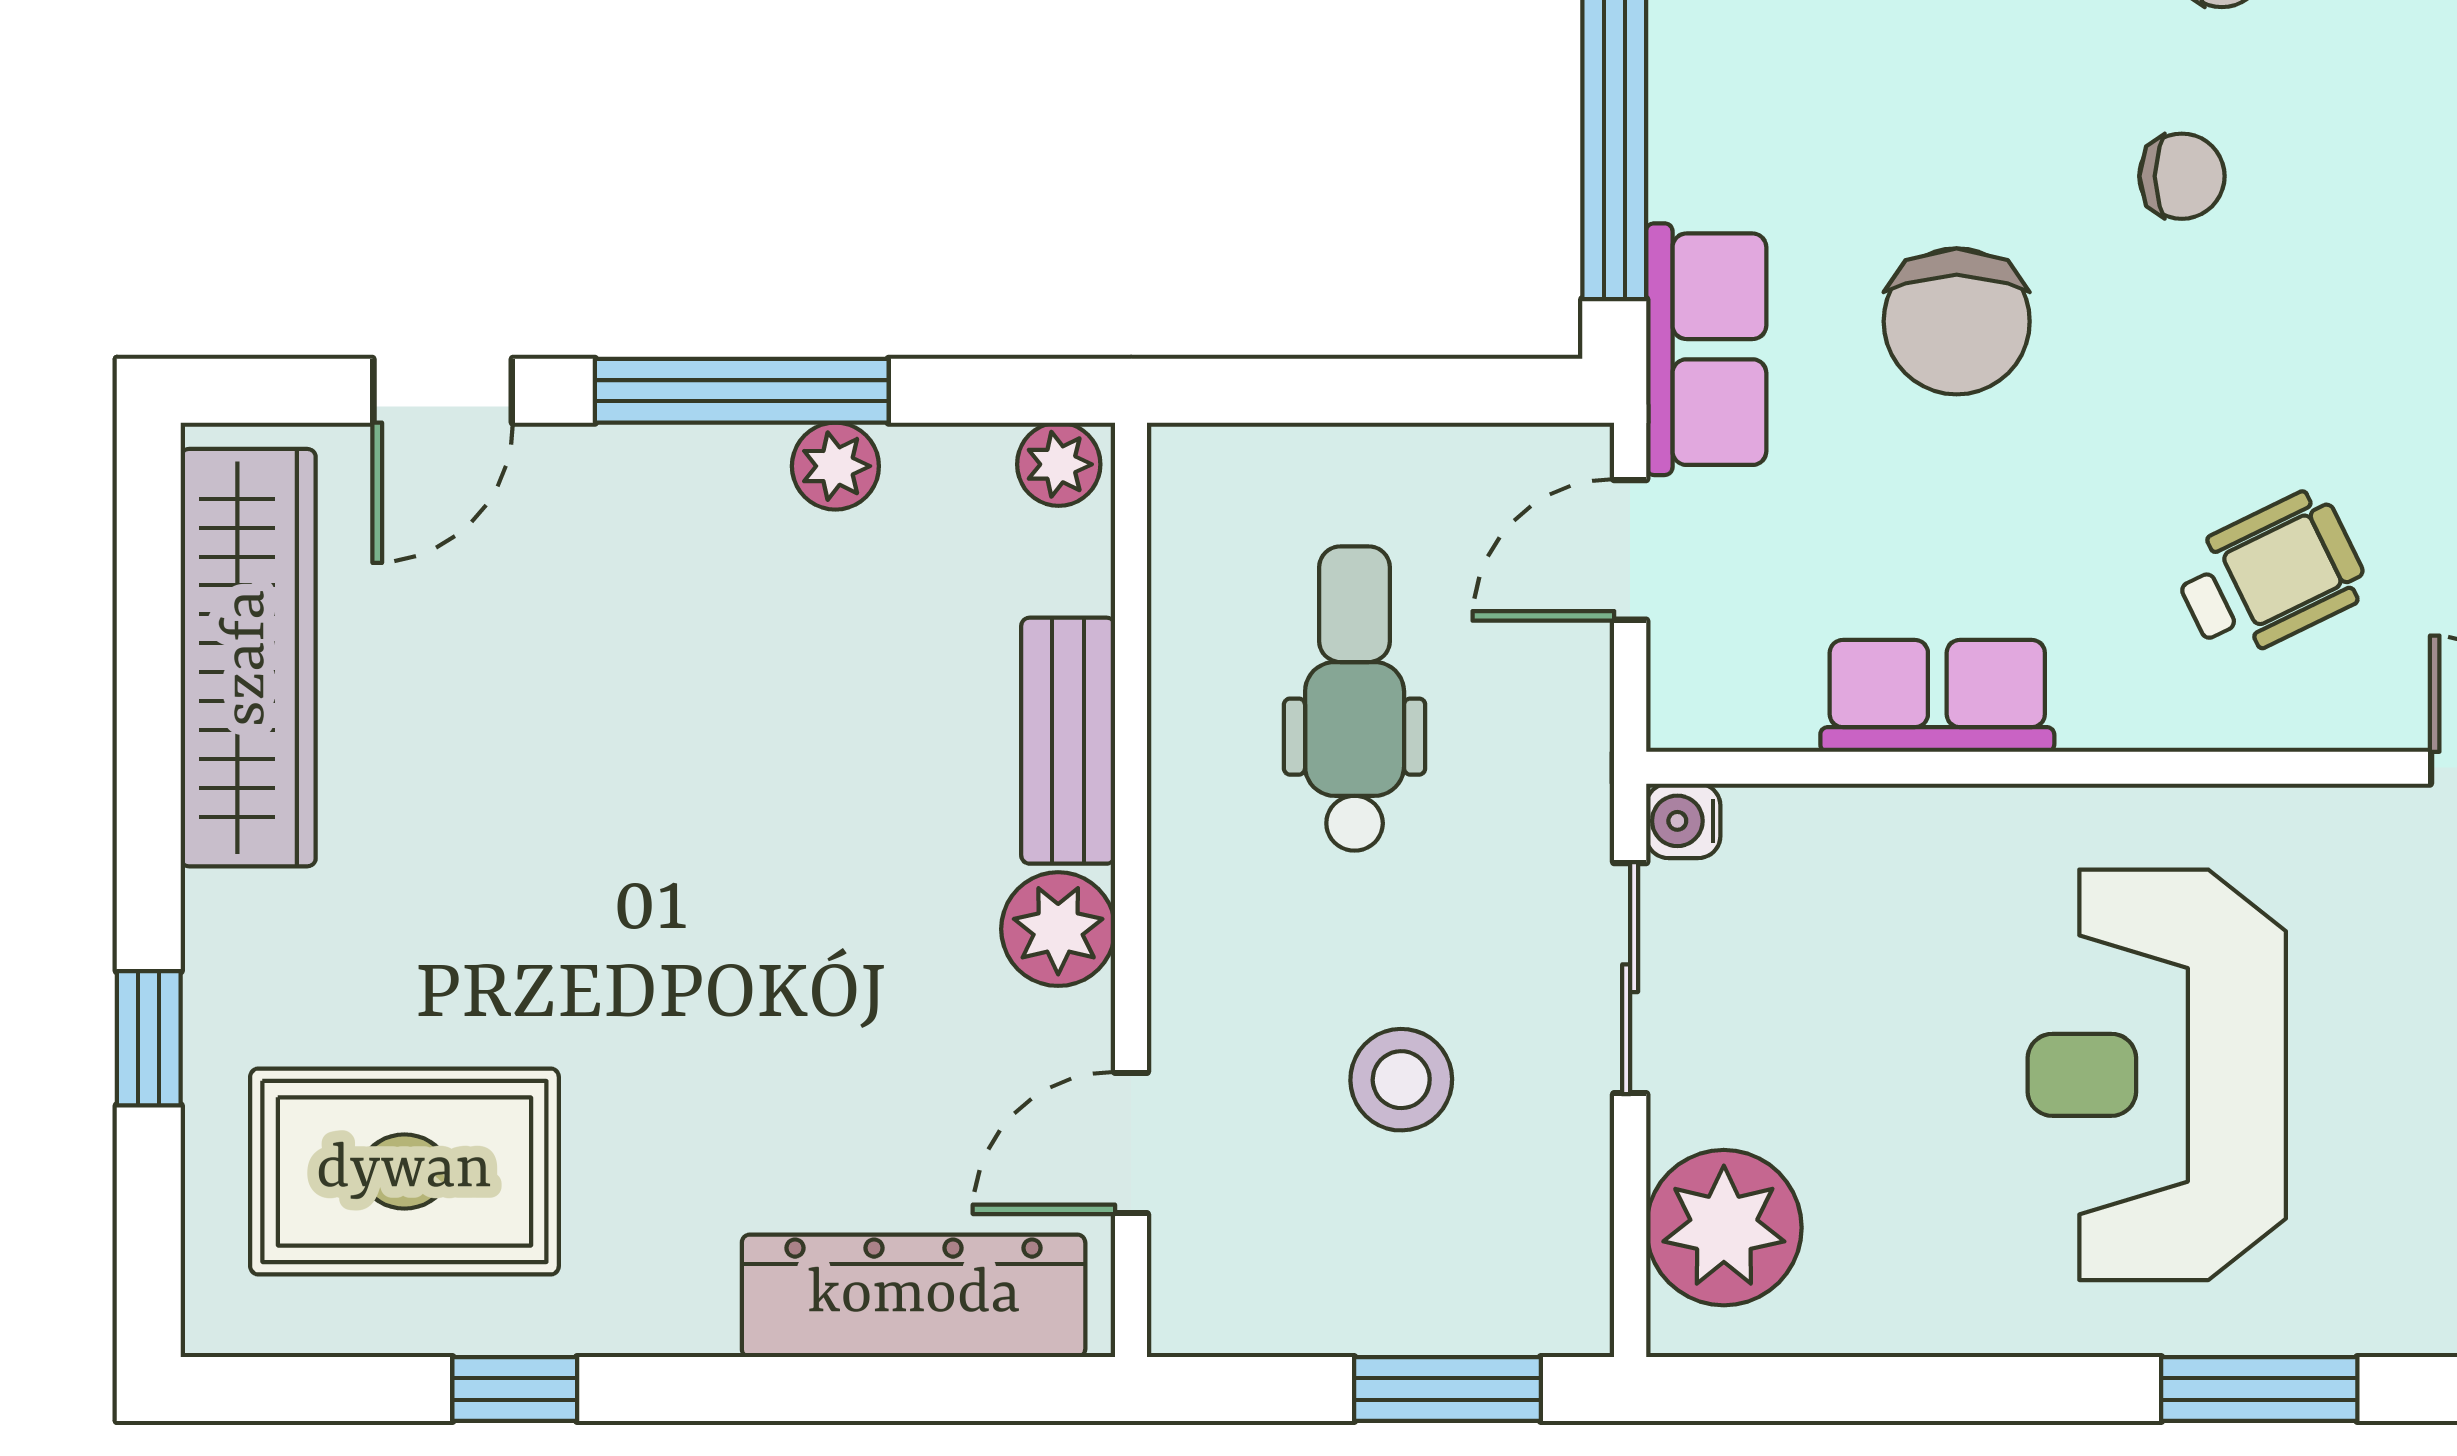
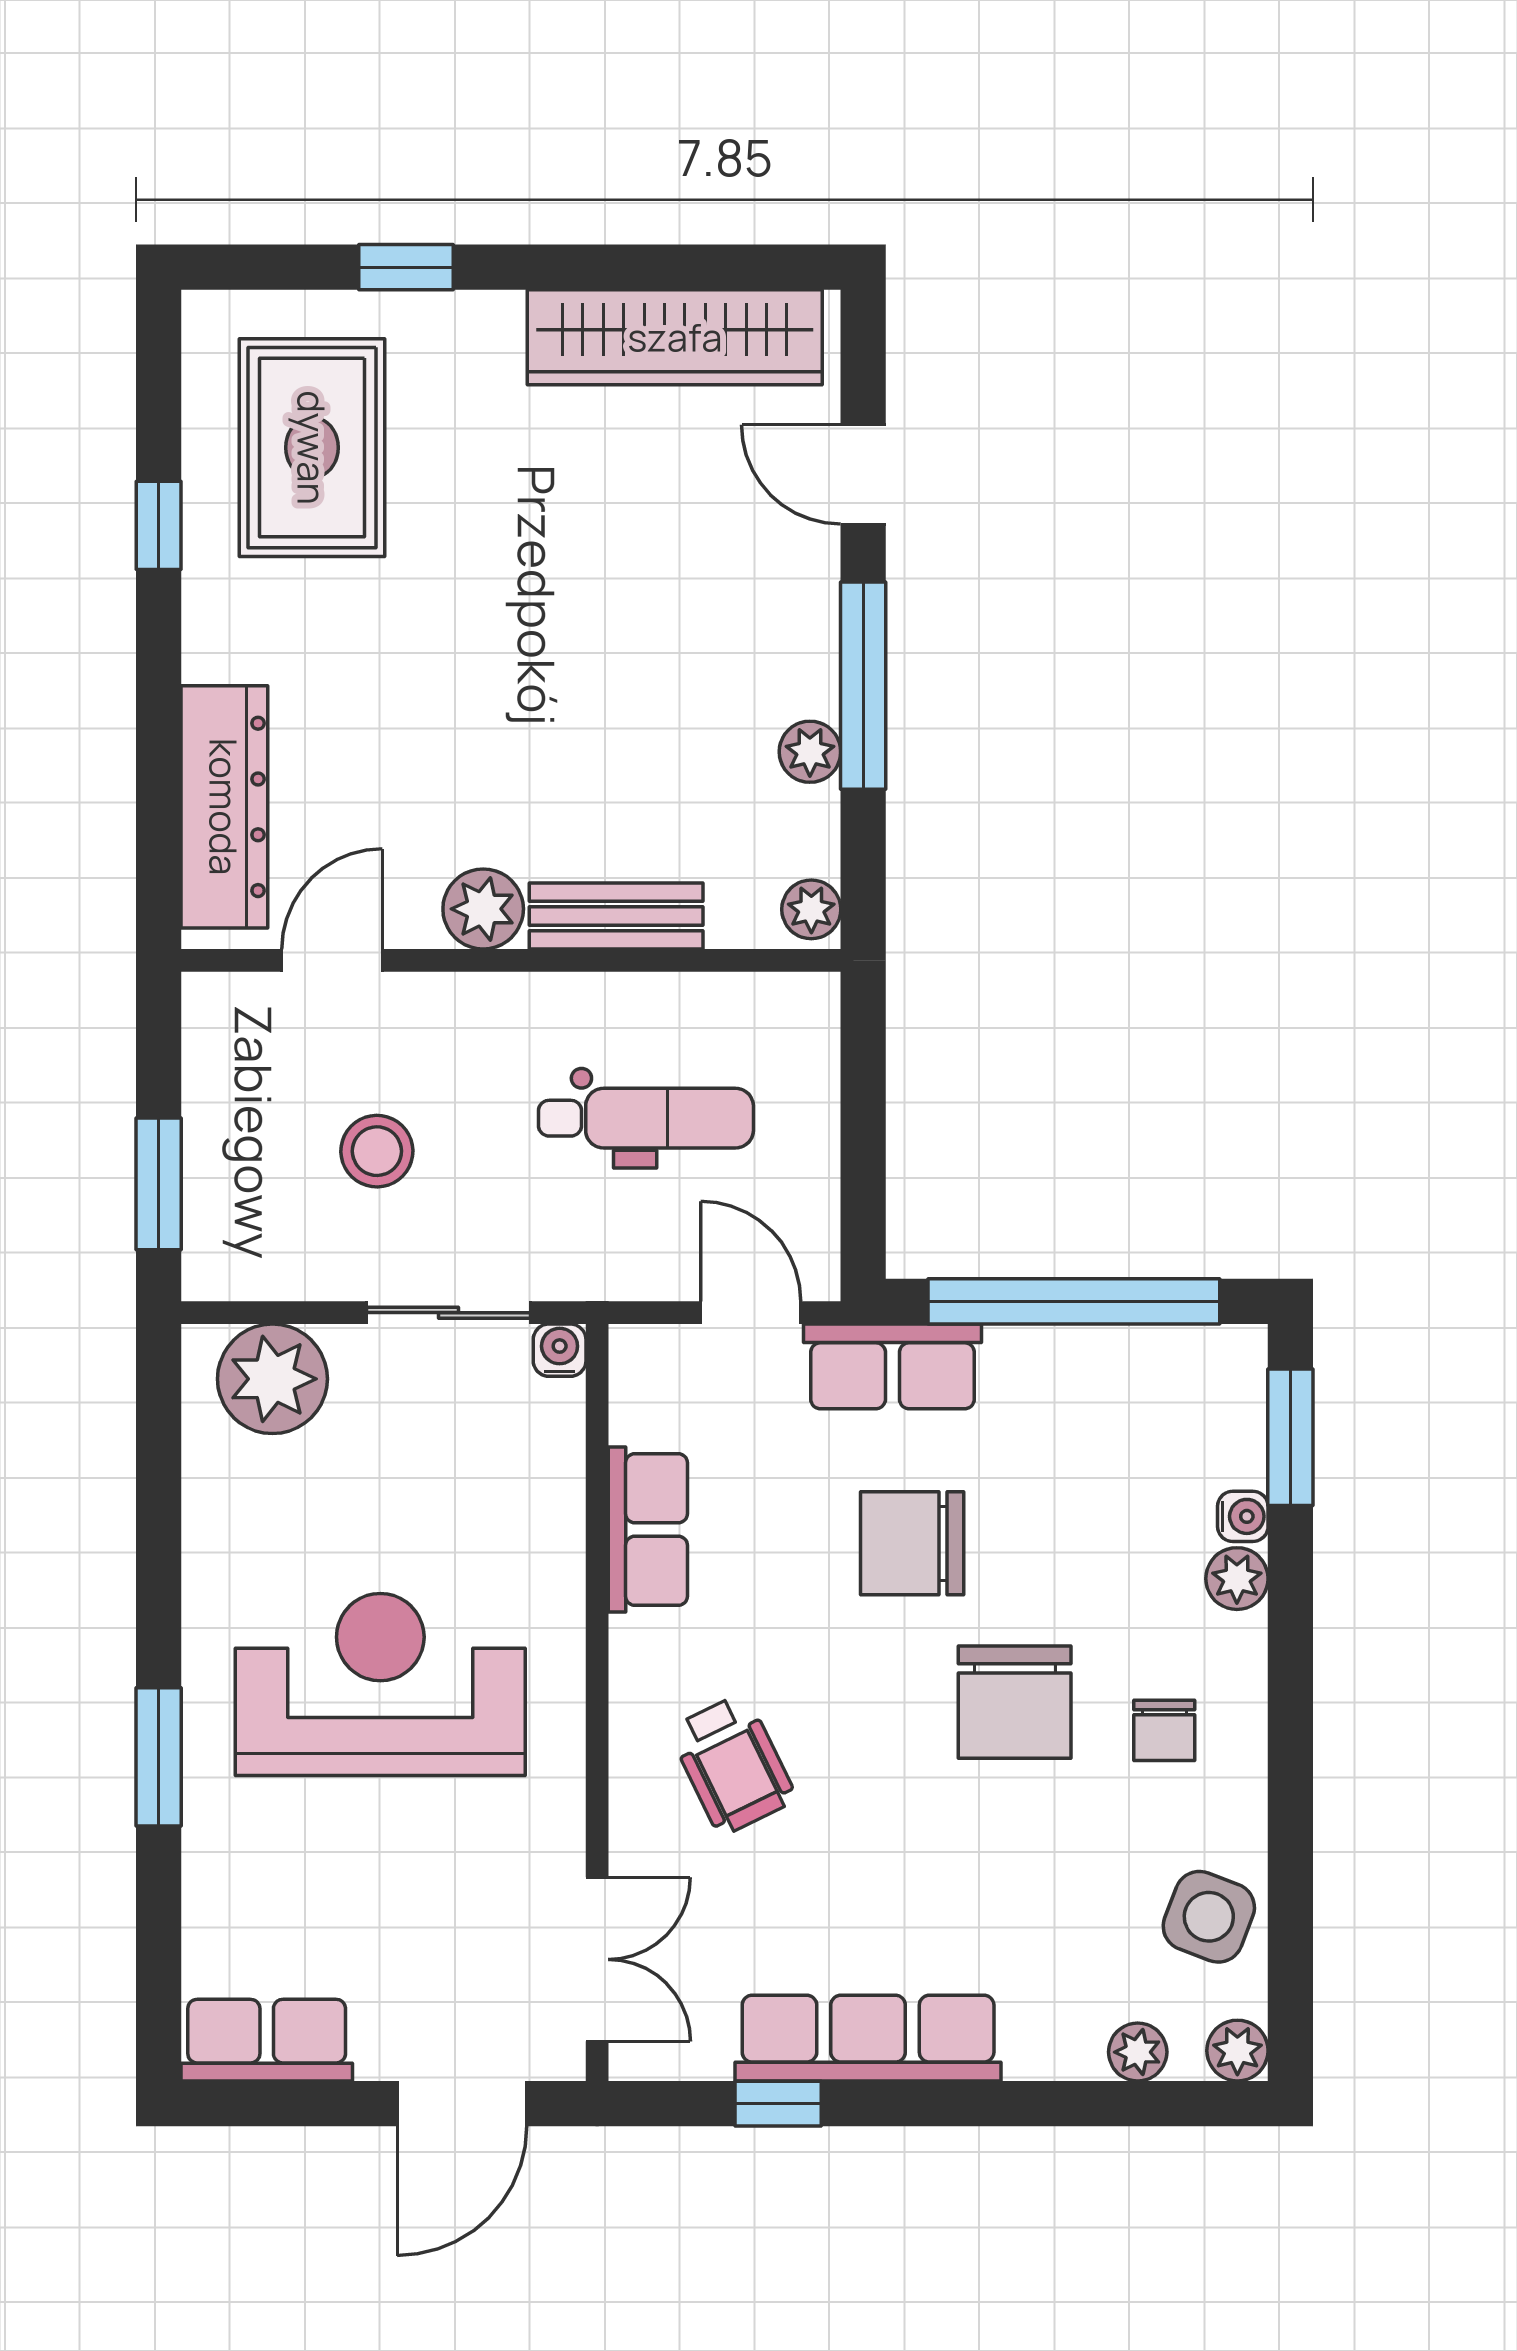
chair: (2182, 176) -> (1015, 1702), width x1.87, depth x1.87
door: (1131, 1143) -> (332, 960), hinge flipped

